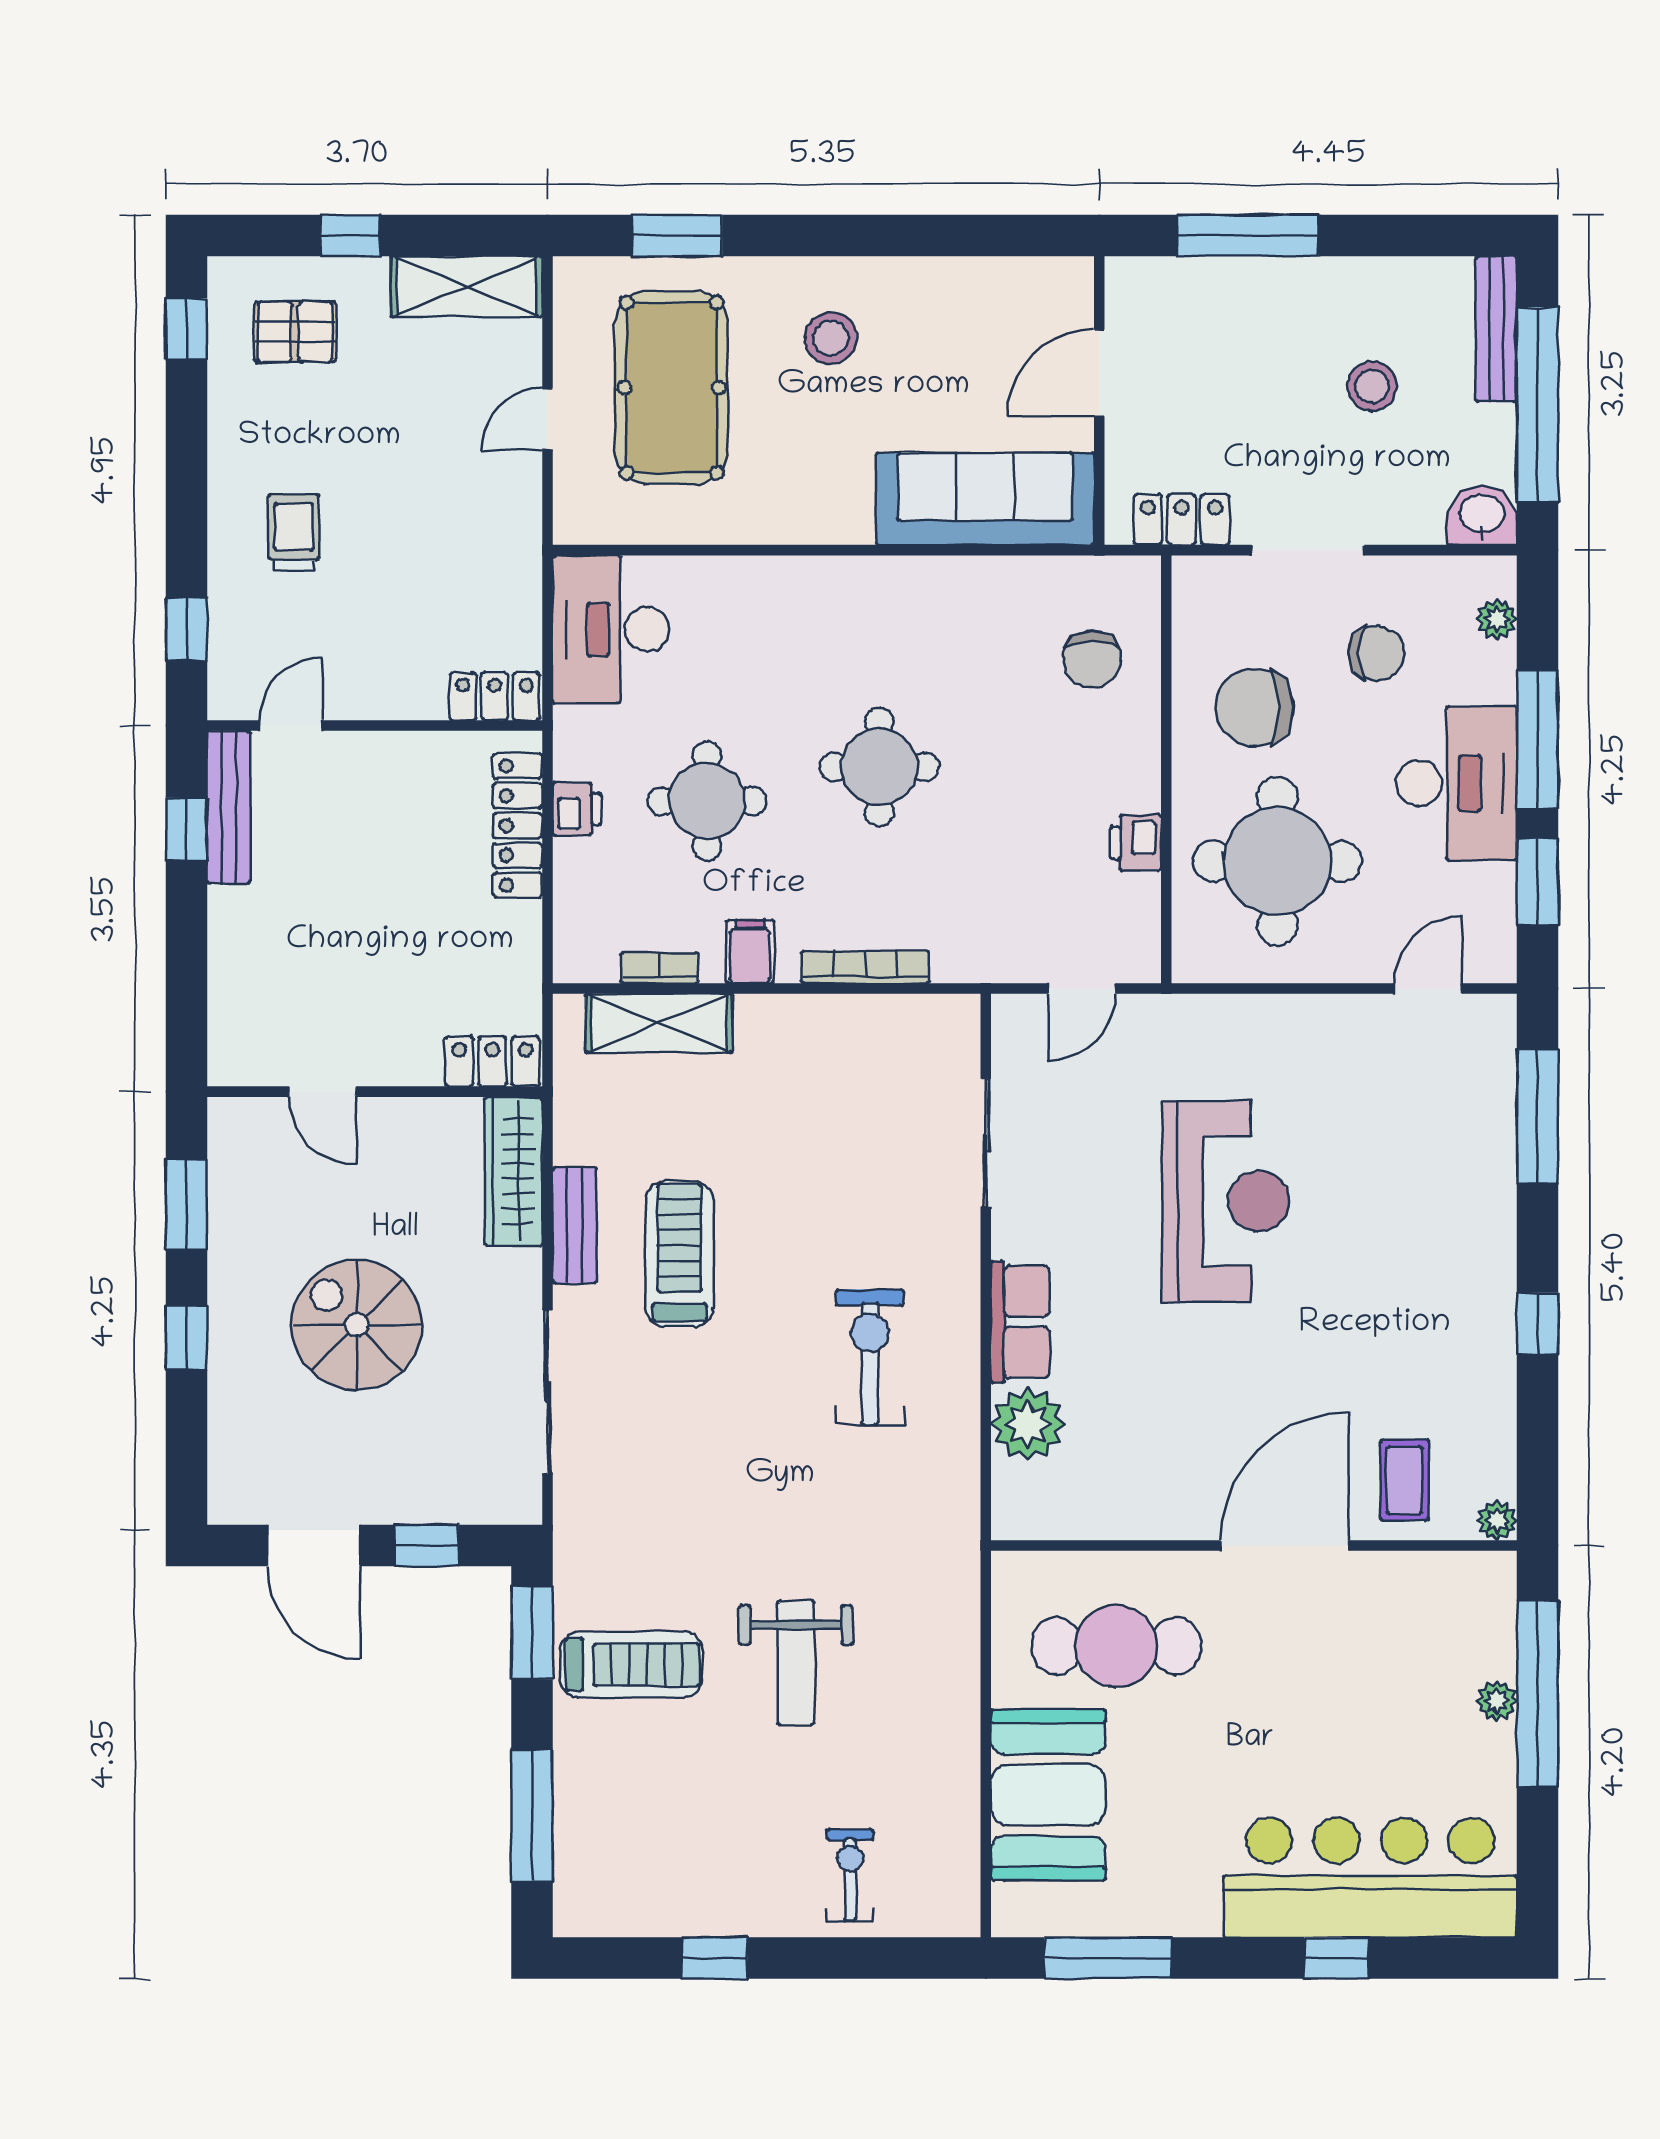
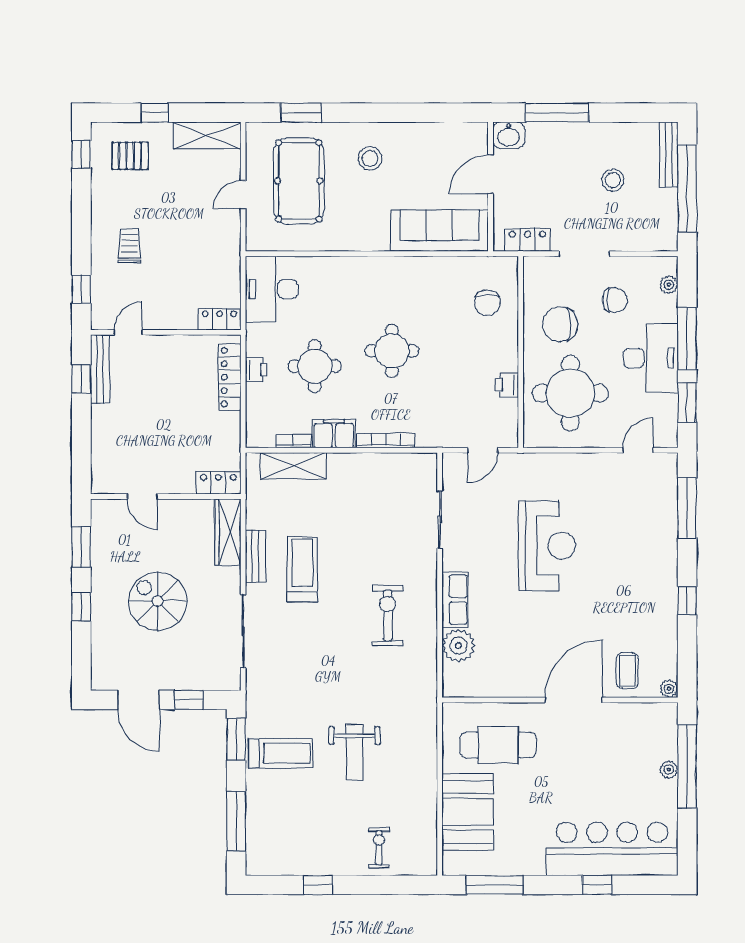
washbasin: (1482, 515) -> (509, 135), moved, turned 180
filing cabinet: (750, 952) -> (334, 434), width x2.00

